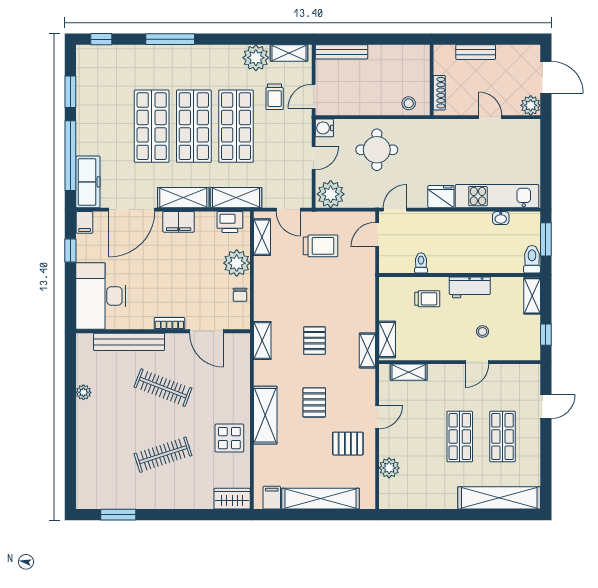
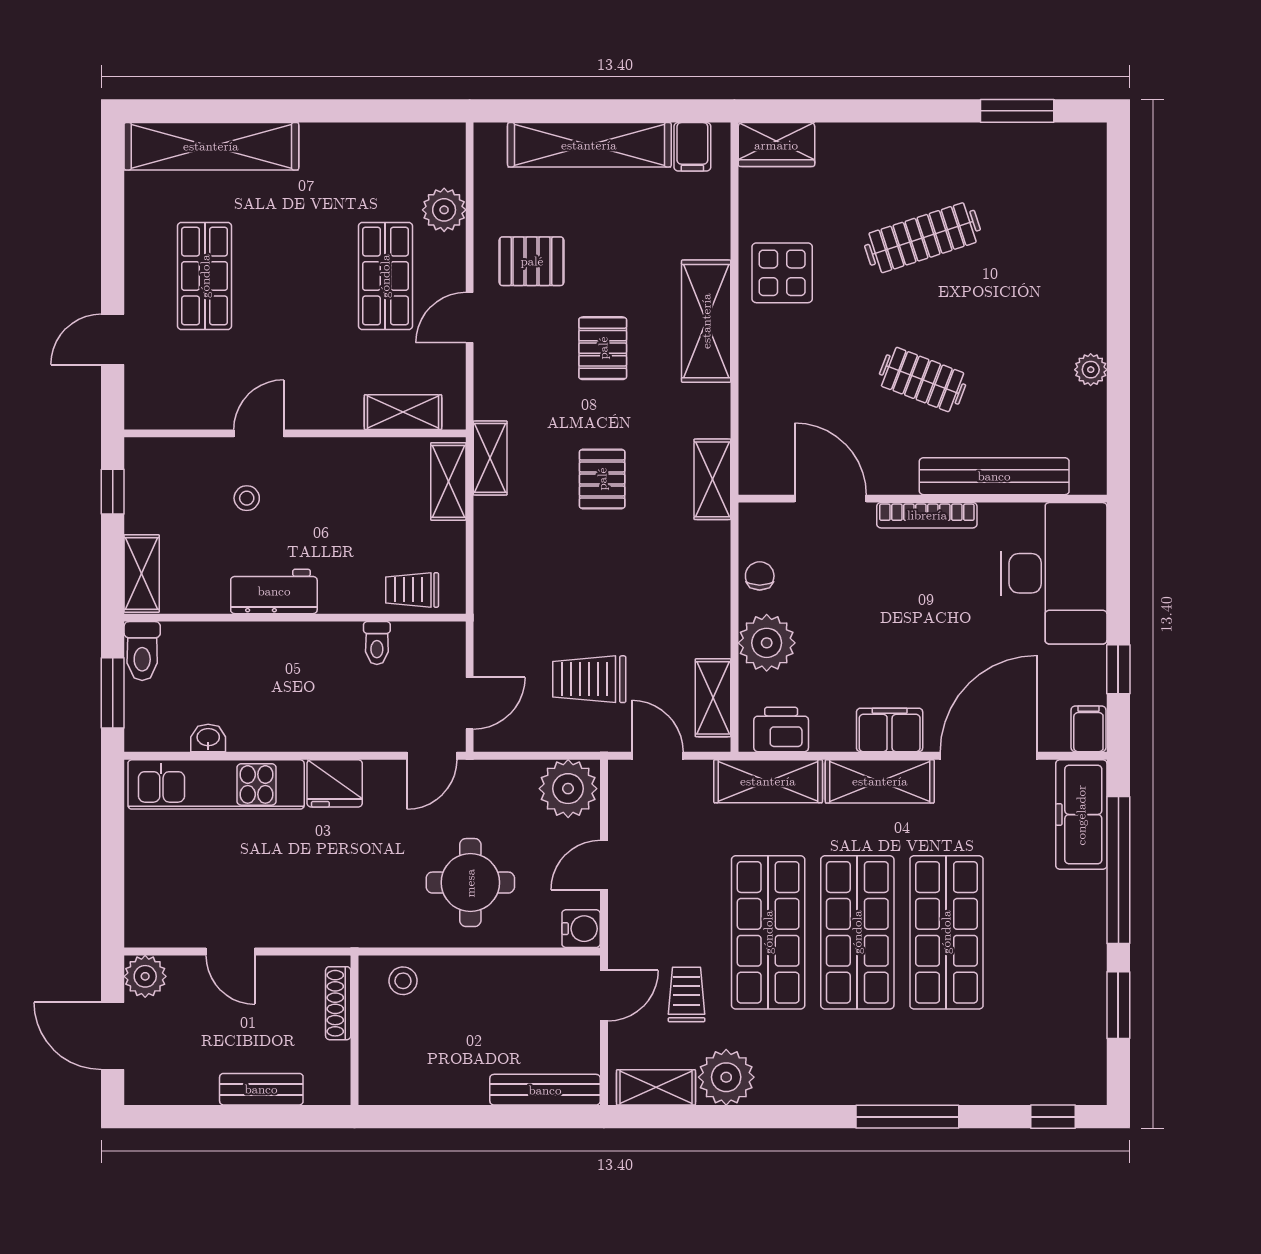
trolley: (427, 299) -> (412, 590), moved
bookcase: (169, 323) -> (927, 515), width x1.56
clothes rail: (163, 388) -> (923, 380), width x0.73
shop shelf: (460, 437) -> (385, 276), moved

